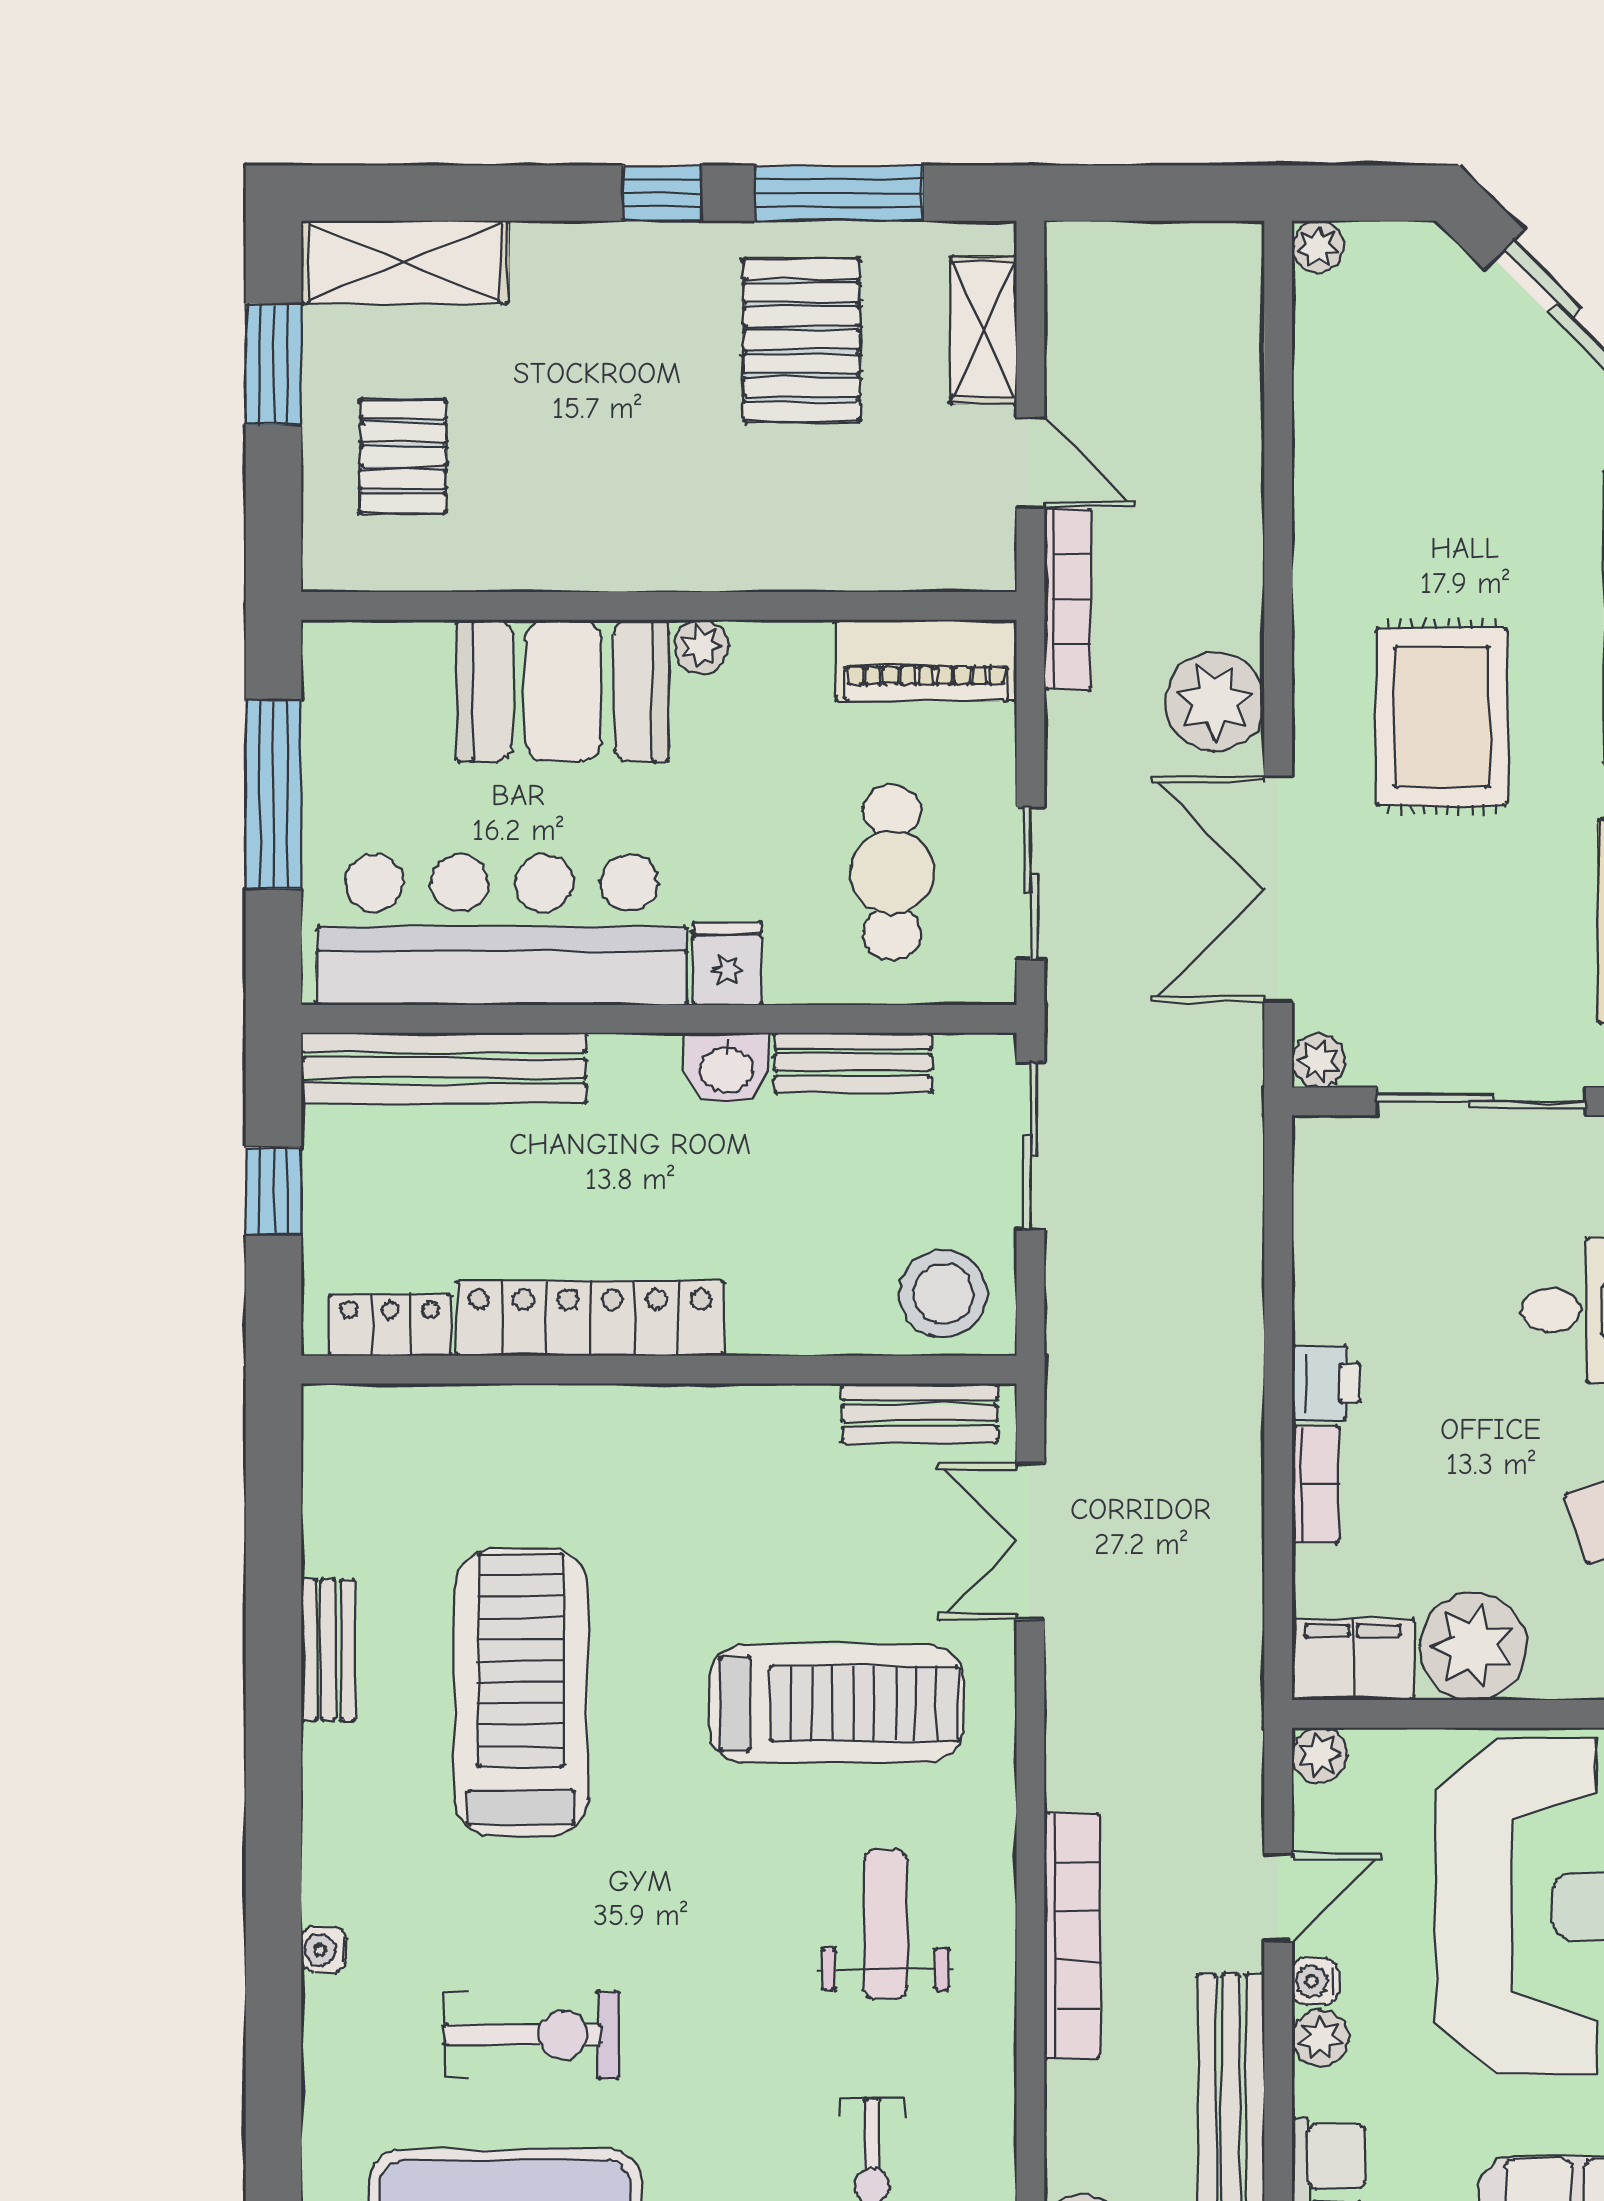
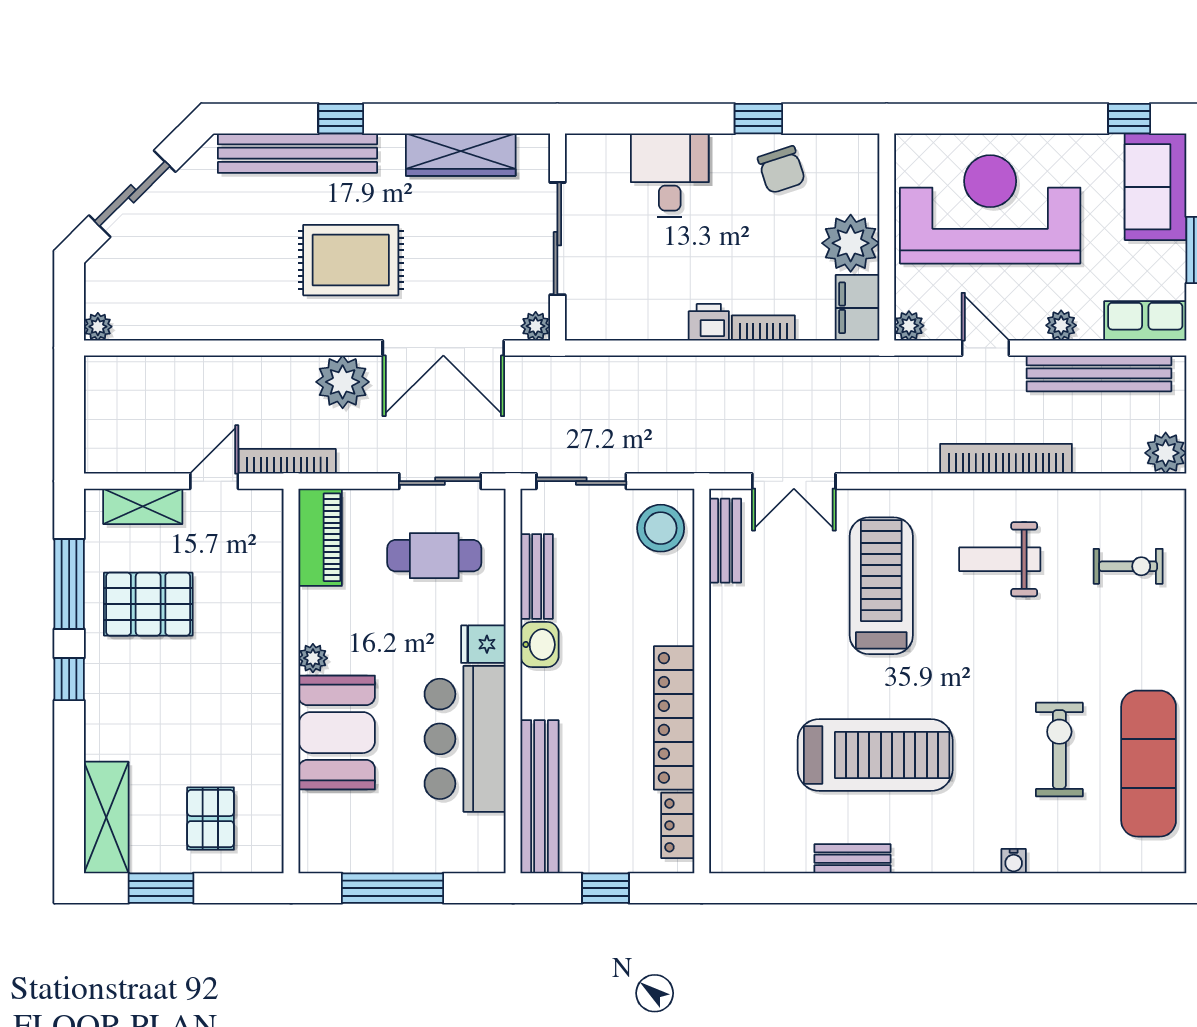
pallet: (403, 456) -> (211, 819), turned 90
bar counter: (502, 930) -> (465, 739), width x0.73
treadmill: (521, 1692) -> (875, 755), turned 180
water cooler: (1315, 1981) -> (1030, 328), removed

